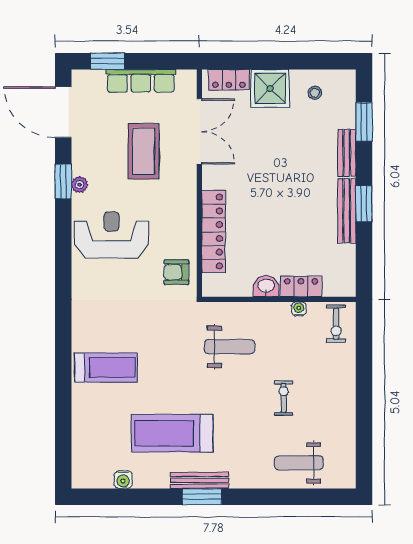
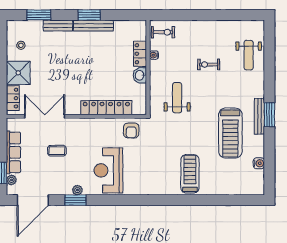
plant: (96, 78) -> (11, 180), added
coffee table: (144, 151) -> (57, 151), width x0.54, depth x0.58

